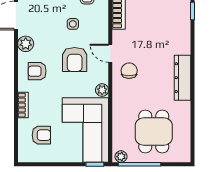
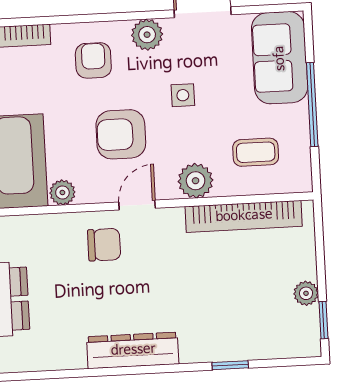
plant: (100, 23) -> (196, 181), added
side table: (73, 24) -> (183, 95), moved
dresser: (183, 78) -> (133, 350), moved

